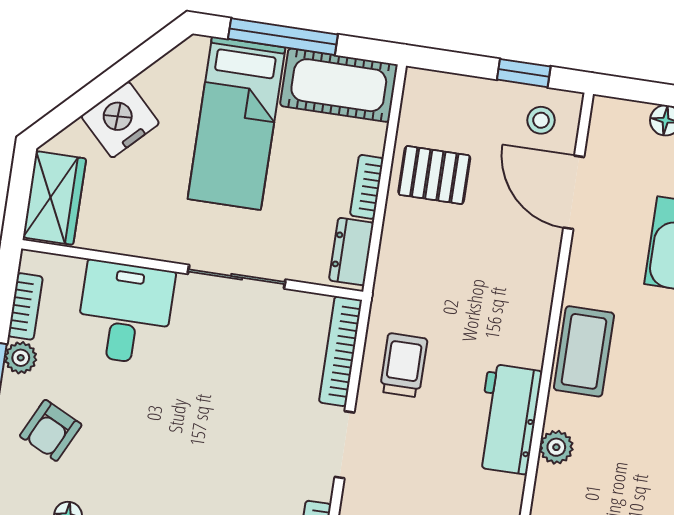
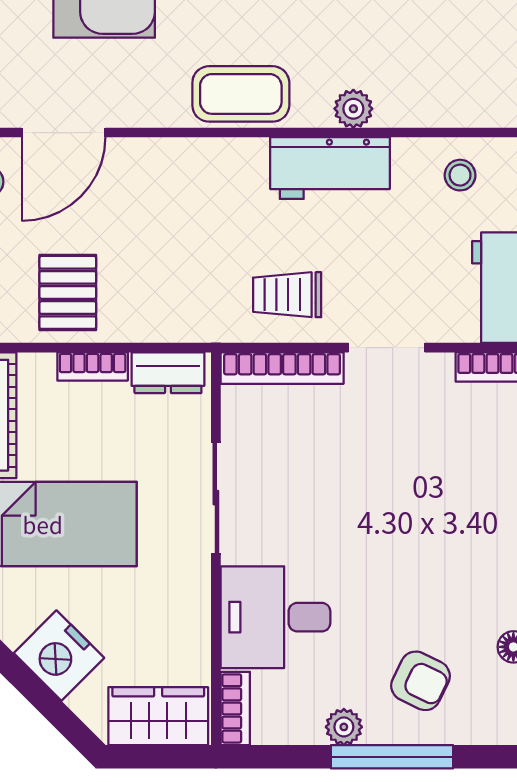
bookcase: (25, 306) -> (235, 708), moved, turned 90

